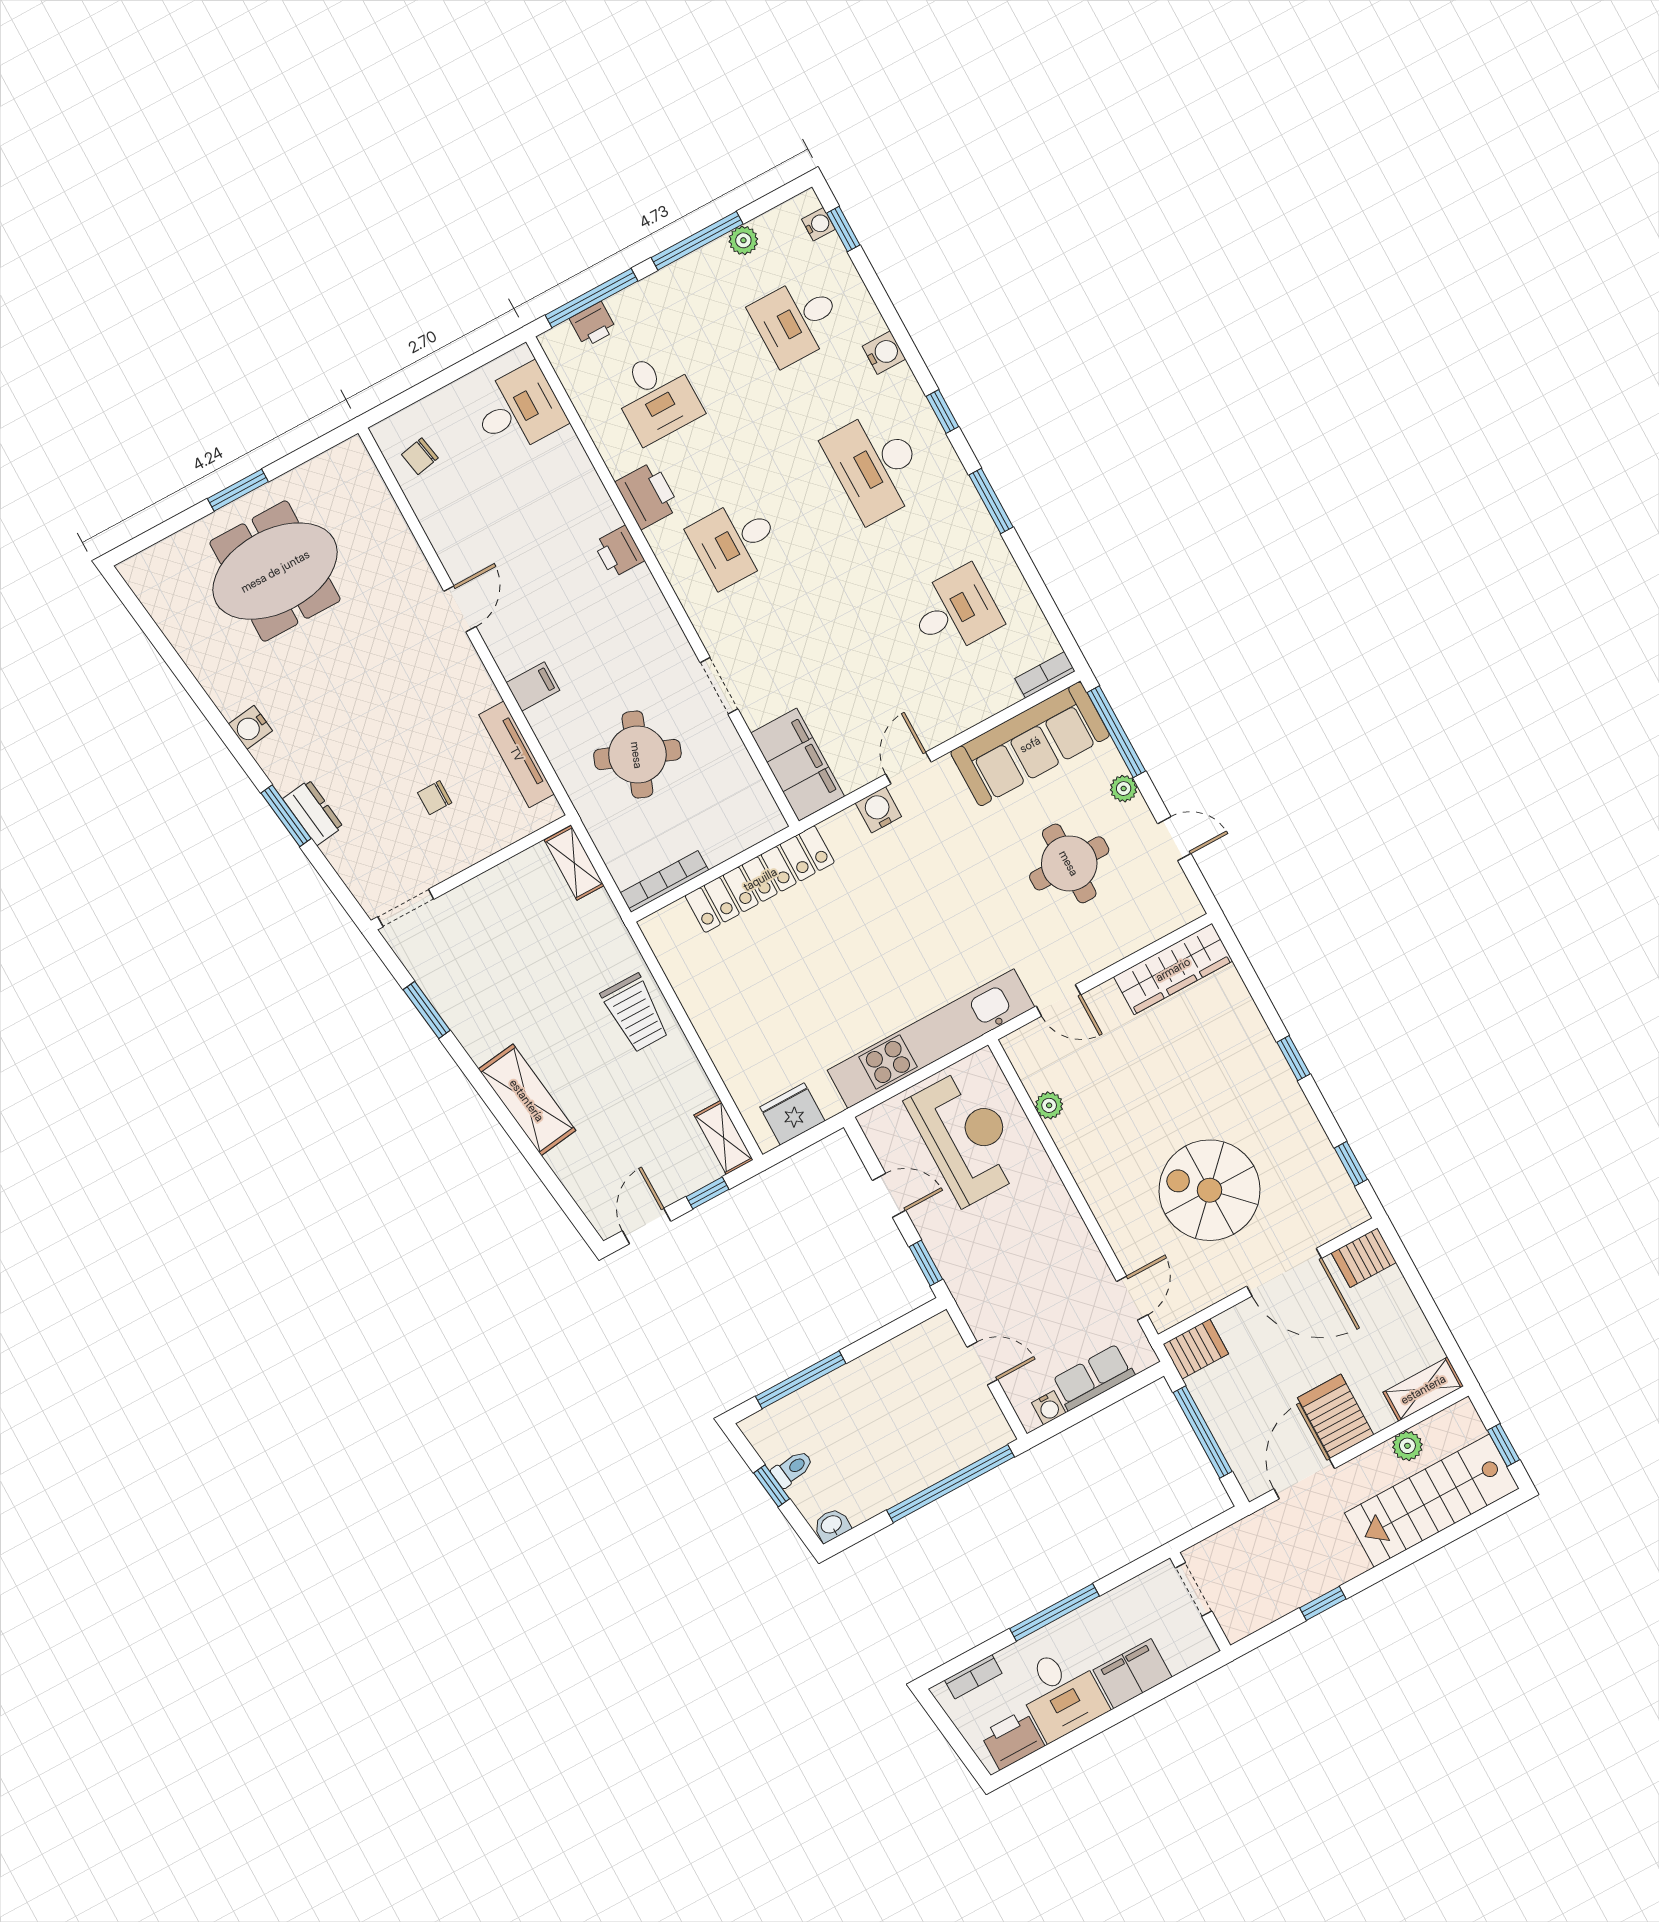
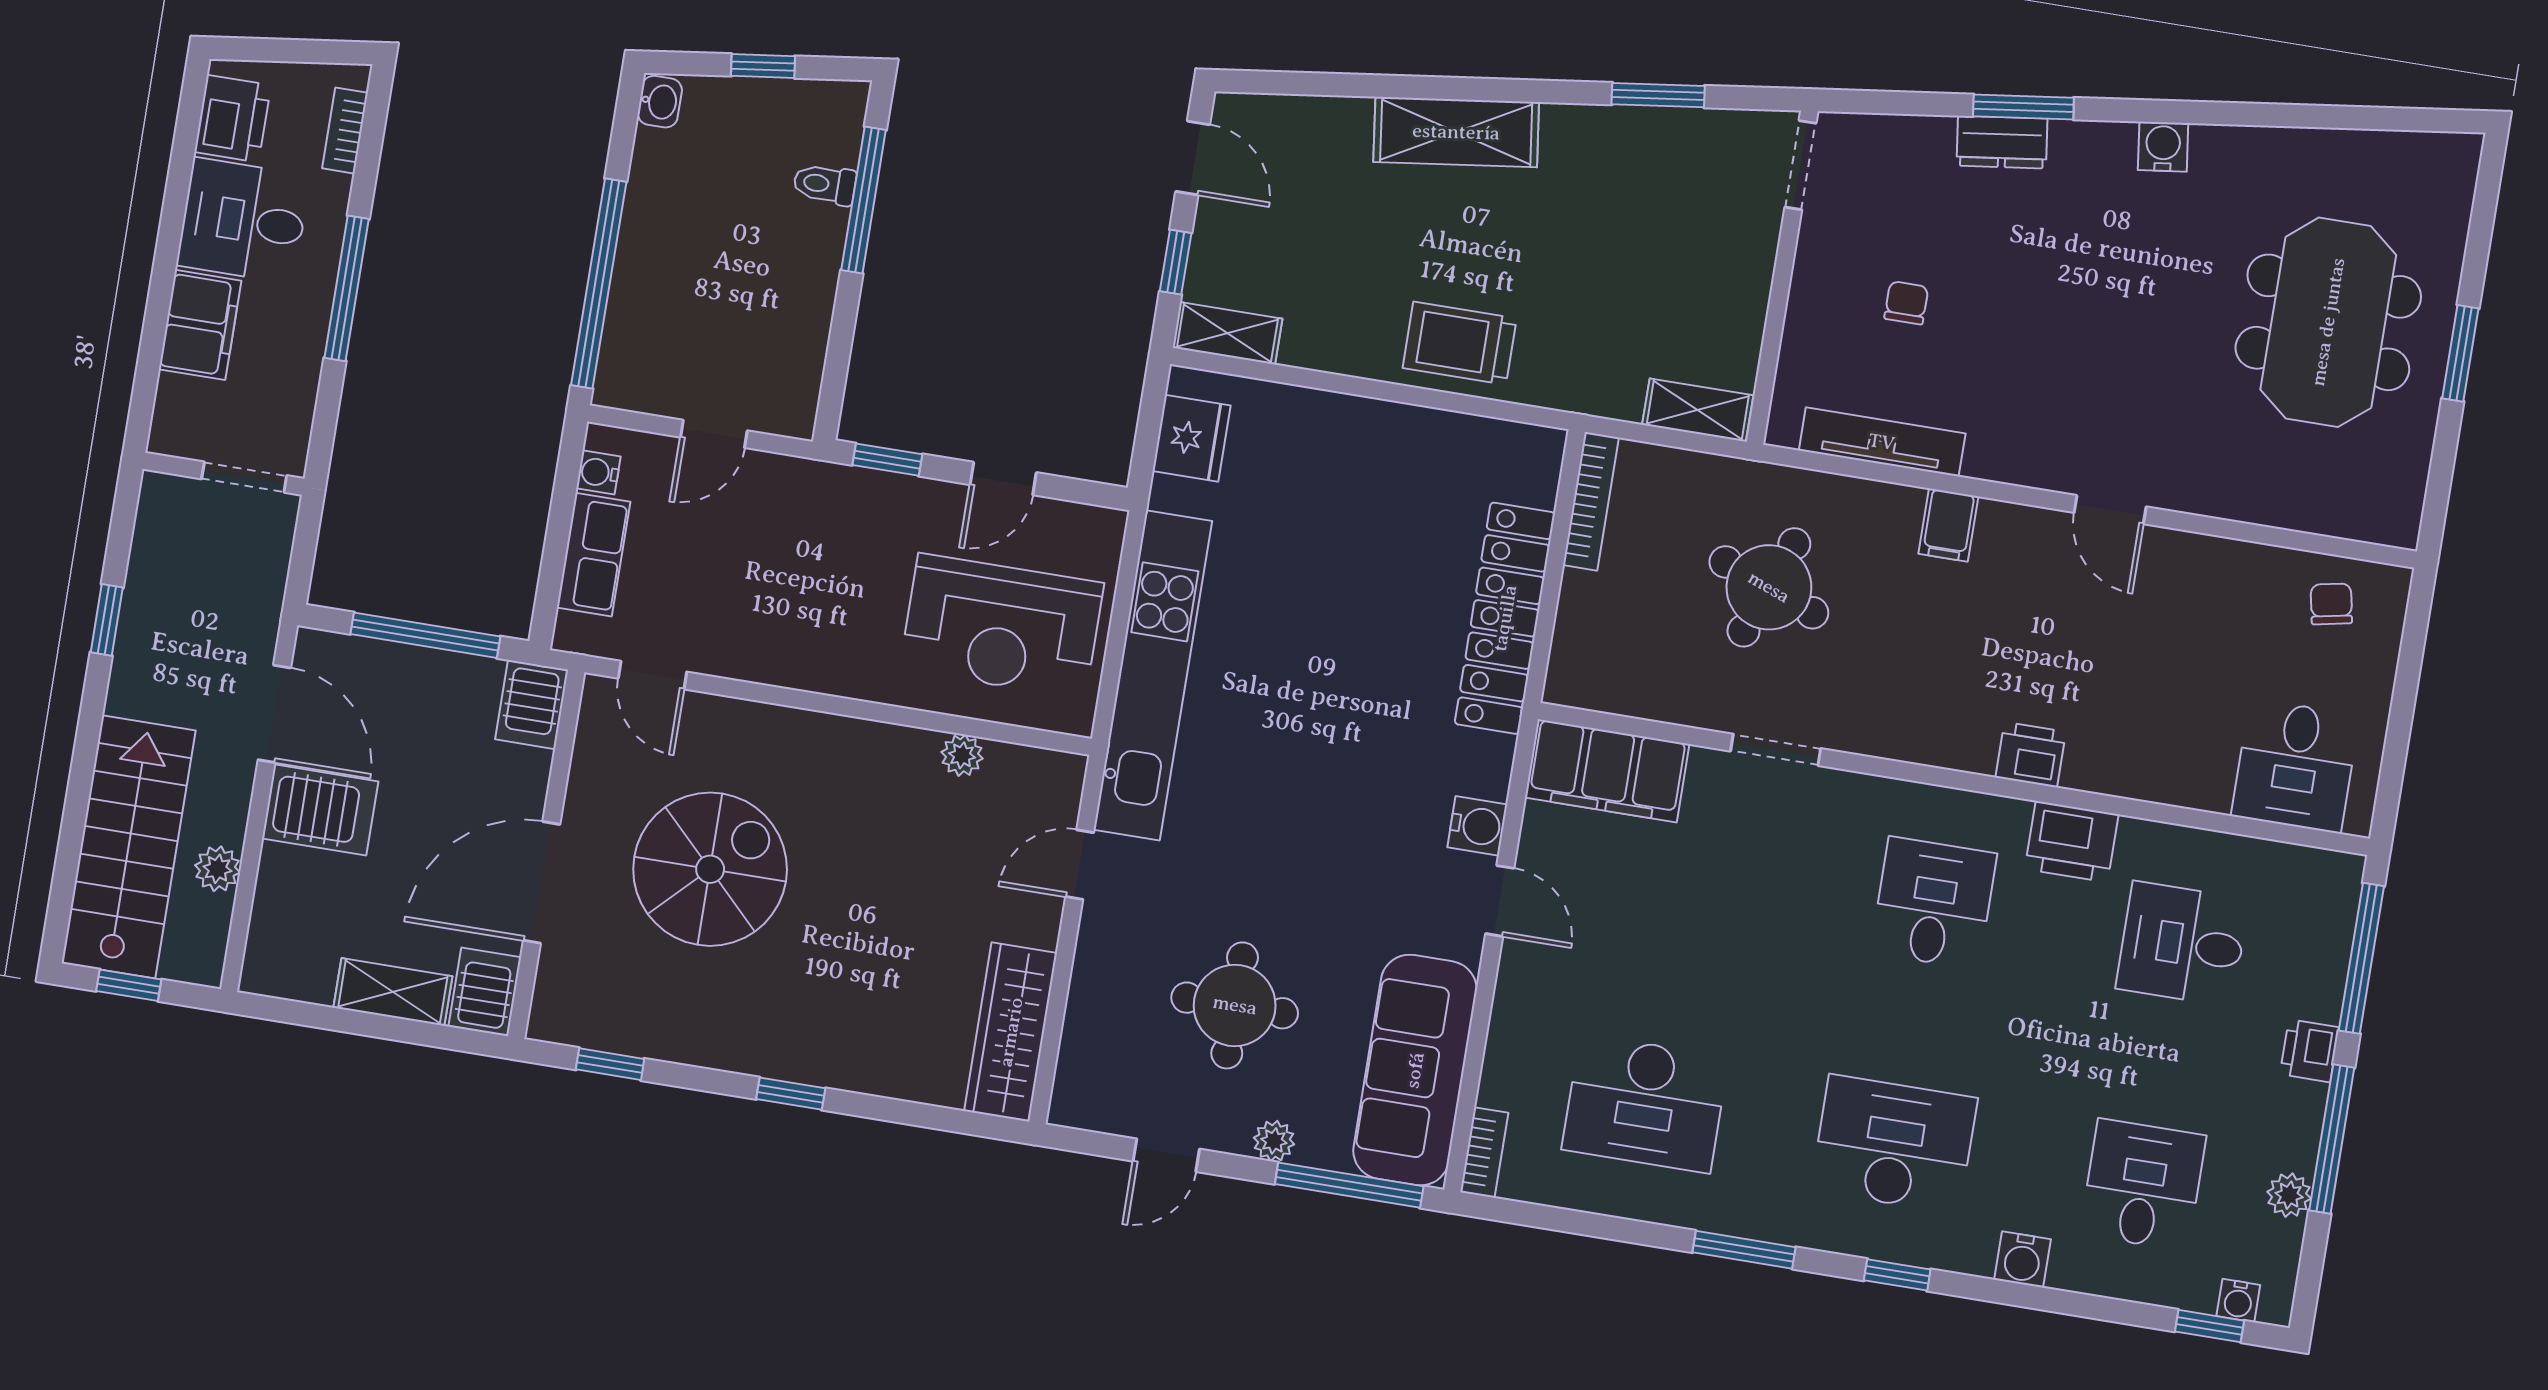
printer: (593, 324) -> (2310, 1051), moved
desk: (955, 611) -> (1645, 1103), width x1.37
shelving: (1423, 1389) -> (393, 992), moved, turned 90
toilet: (792, 1469) -> (825, 184), moved, turned 97

